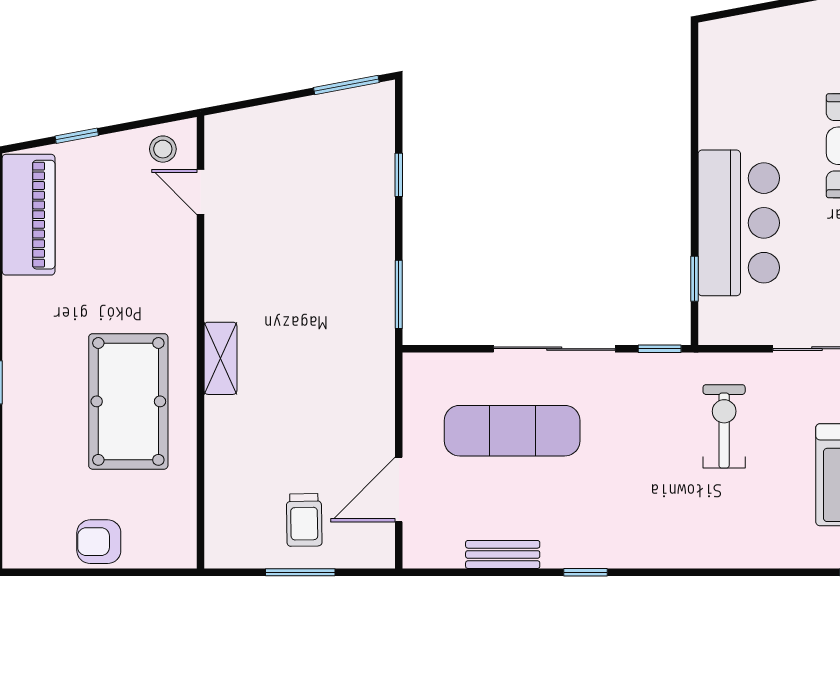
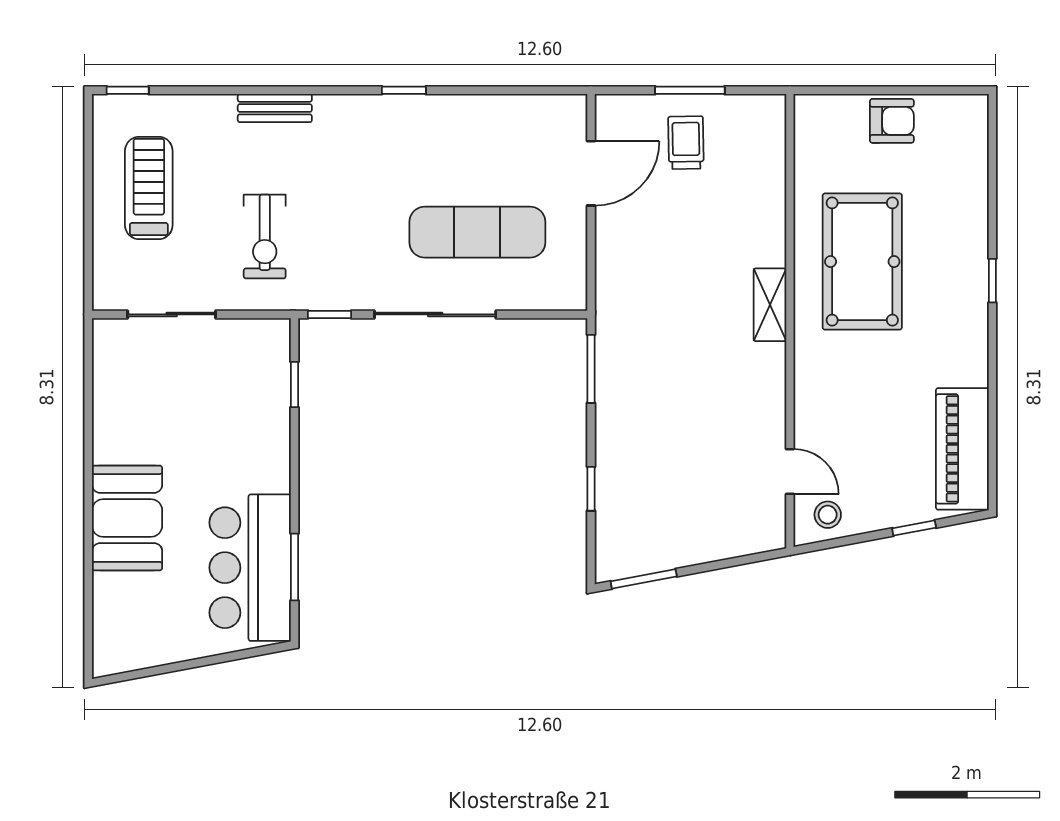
window: (694, 97) -> (294, 567), added
bar counter: (739, 223) -> (250, 568), moved
bench: (503, 554) -> (275, 108), moved

